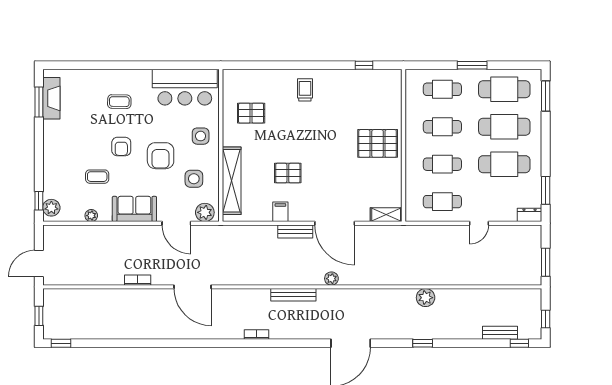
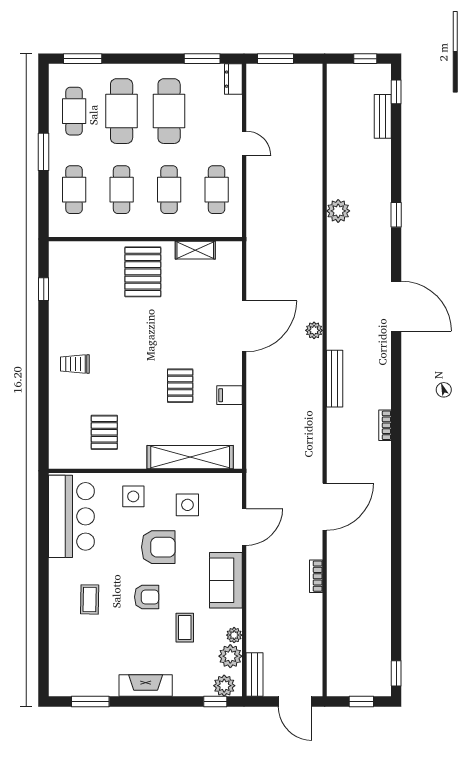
cafe table: (504, 89) -> (74, 111), width x0.73, depth x0.74
fireplace: (51, 98) -> (146, 686), moved
plant: (205, 212) -> (230, 656), moved
shelving: (386, 215) -> (195, 250), moved, turned 90
bench: (295, 232) -> (254, 674), moved
window: (546, 262) -> (276, 59), moved

